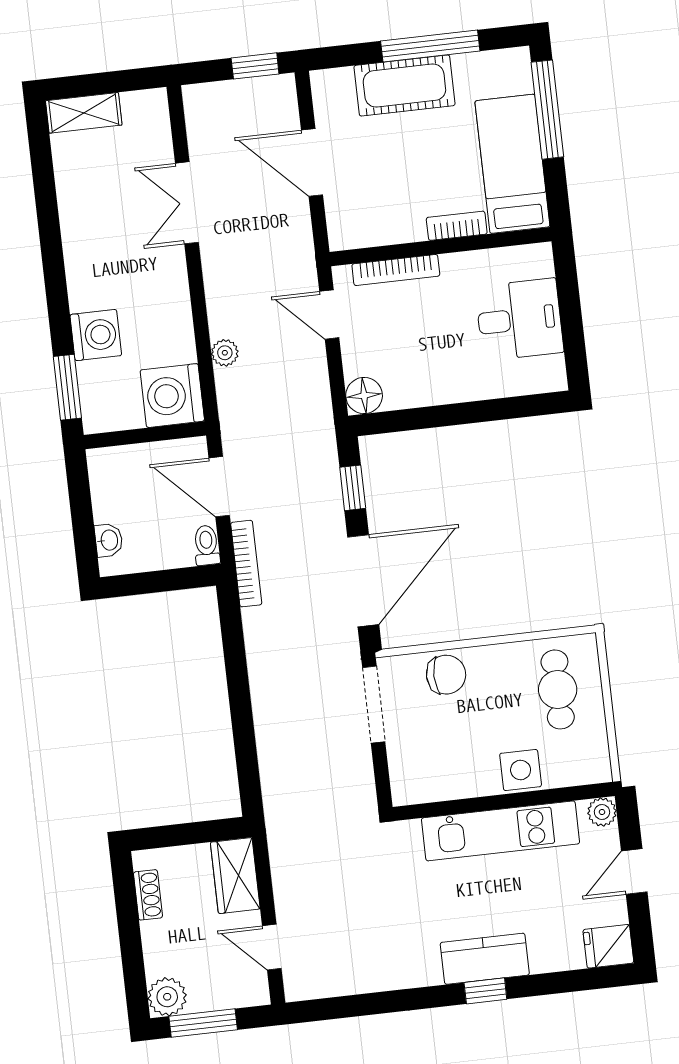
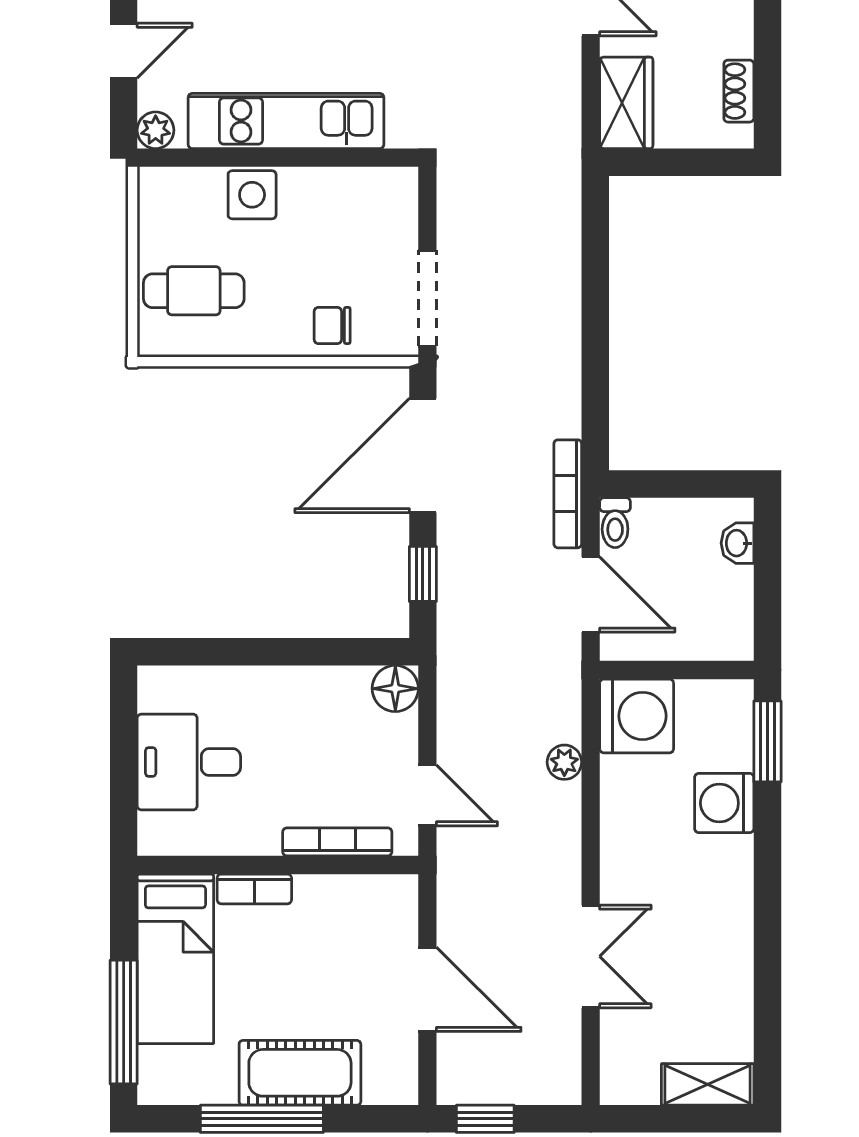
chair: (446, 675) -> (332, 325), width x0.73, depth x0.73
cafe table: (558, 689) -> (194, 291), turned 90

